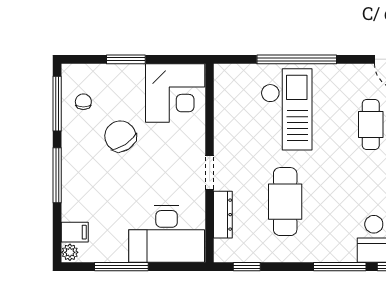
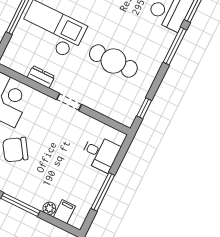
dresser: (223, 215) -> (41, 77), moved, width x0.70
desk: (167, 234) -> (100, 153), width x0.53, depth x0.77
plant: (70, 252) -> (49, 208), moved

